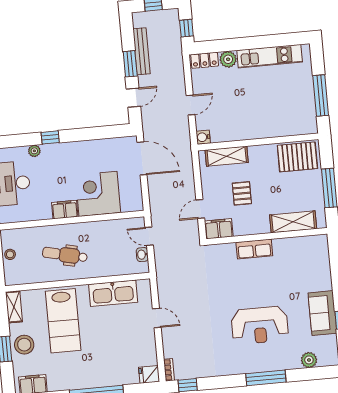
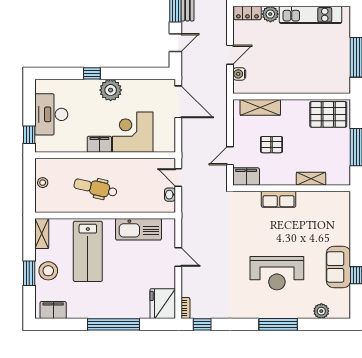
water cooler: (203, 137) -> (239, 74), moved
plant: (34, 151) -> (111, 90), moved, width x1.87, depth x1.87
pallet: (242, 193) -> (272, 145), turned 90
shelving: (293, 222) -> (311, 179), width x0.67, depth x0.75
fridge: (149, 374) -> (163, 304), width x1.88, depth x1.34

